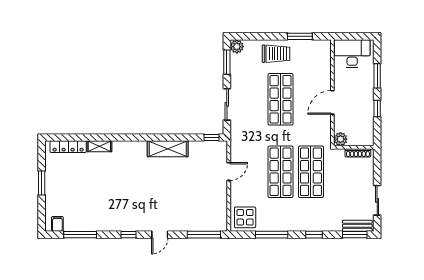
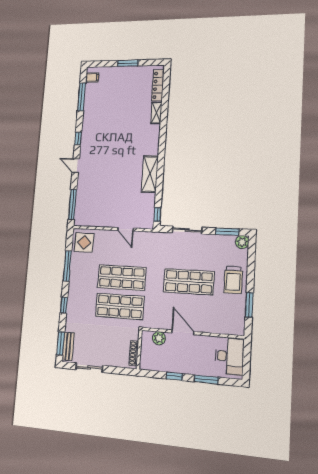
plant: (340, 139) -> (159, 338), moved

